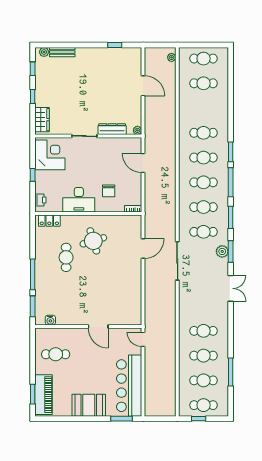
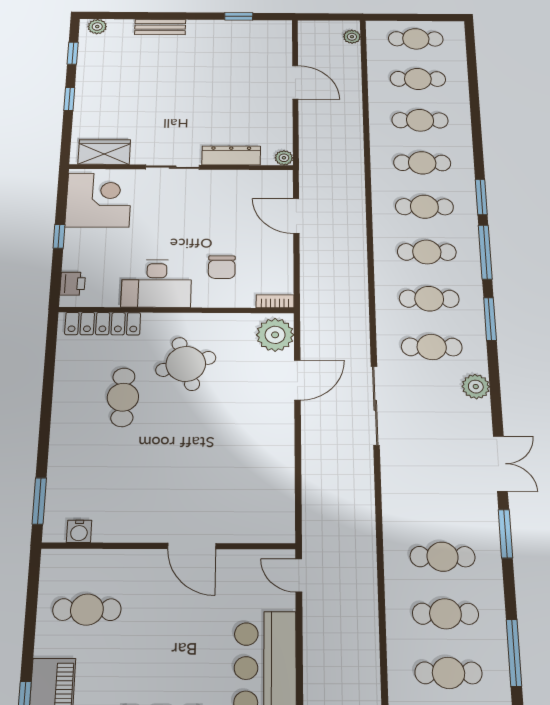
bench: (62, 52) -> (160, 27), moved
cafe table: (204, 108) -> (420, 120), added
wardrobe: (42, 120) -> (104, 152), moved, turned -90
locker: (49, 221) -> (103, 324), width x1.53
plant: (133, 226) -> (275, 335), added
window: (231, 252) -> (505, 534), moved
window: (33, 274) -> (44, 432), removed

